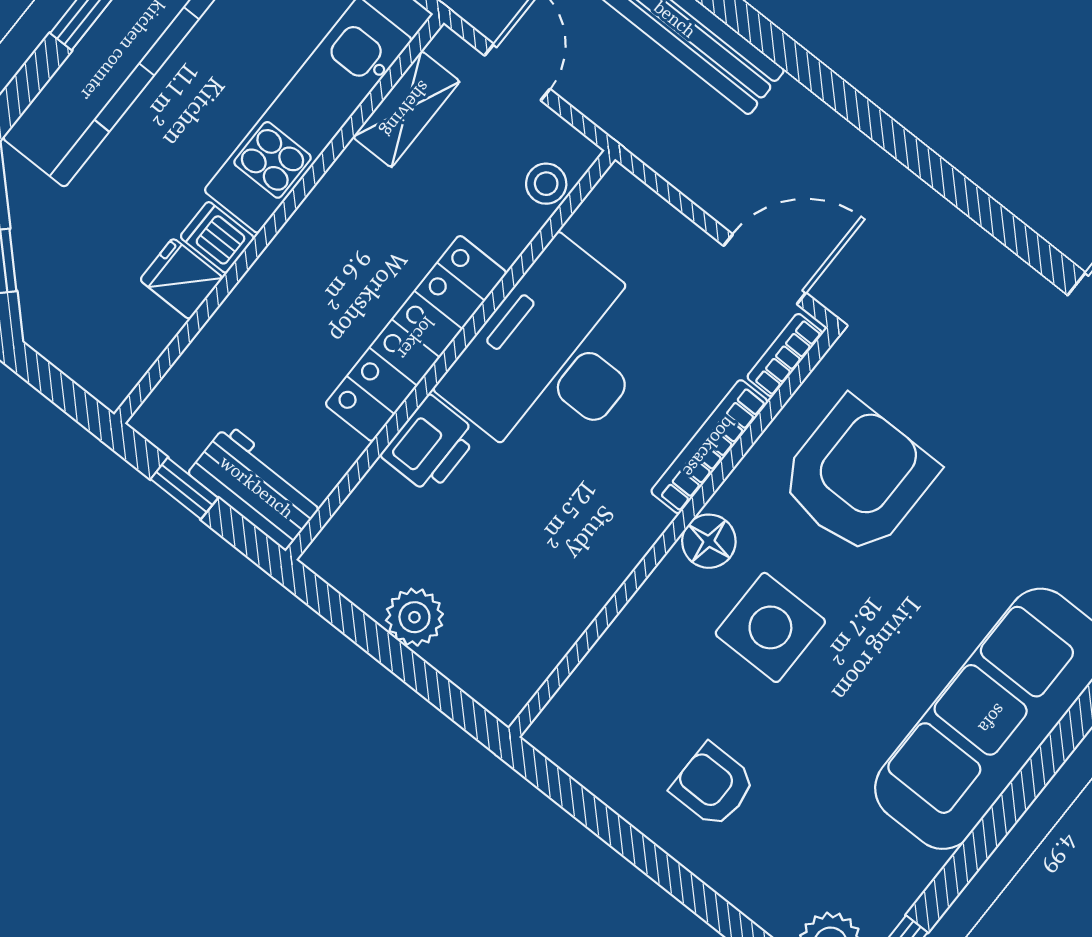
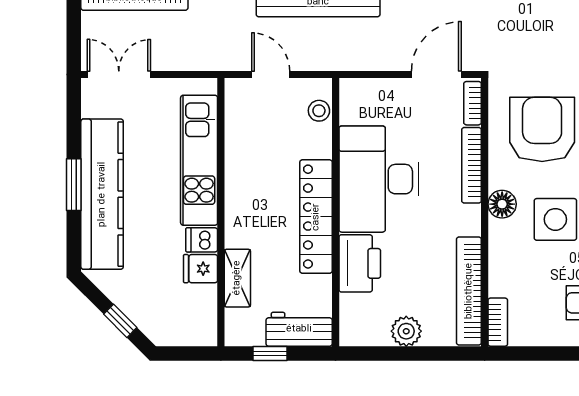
shelving: (406, 109) -> (237, 278), moved
printer: (430, 445) -> (360, 263), width x1.37, depth x1.19
bookcase: (556, 632) -> (469, 291), added
bookcase: (562, 712) -> (498, 322), added

